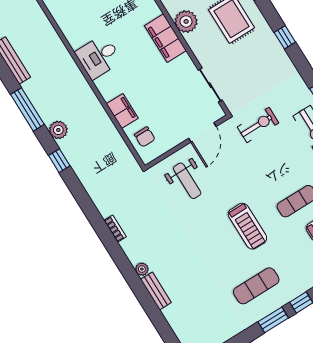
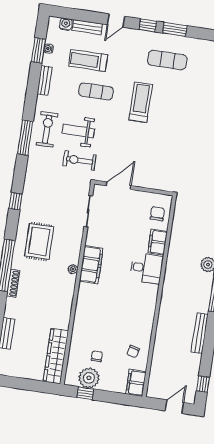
plant: (186, 21) -> (73, 269), width x0.53, depth x0.53
desk: (99, 57) -> (146, 268), moved
weight bench: (187, 181) -> (78, 131), moved, turned -90

